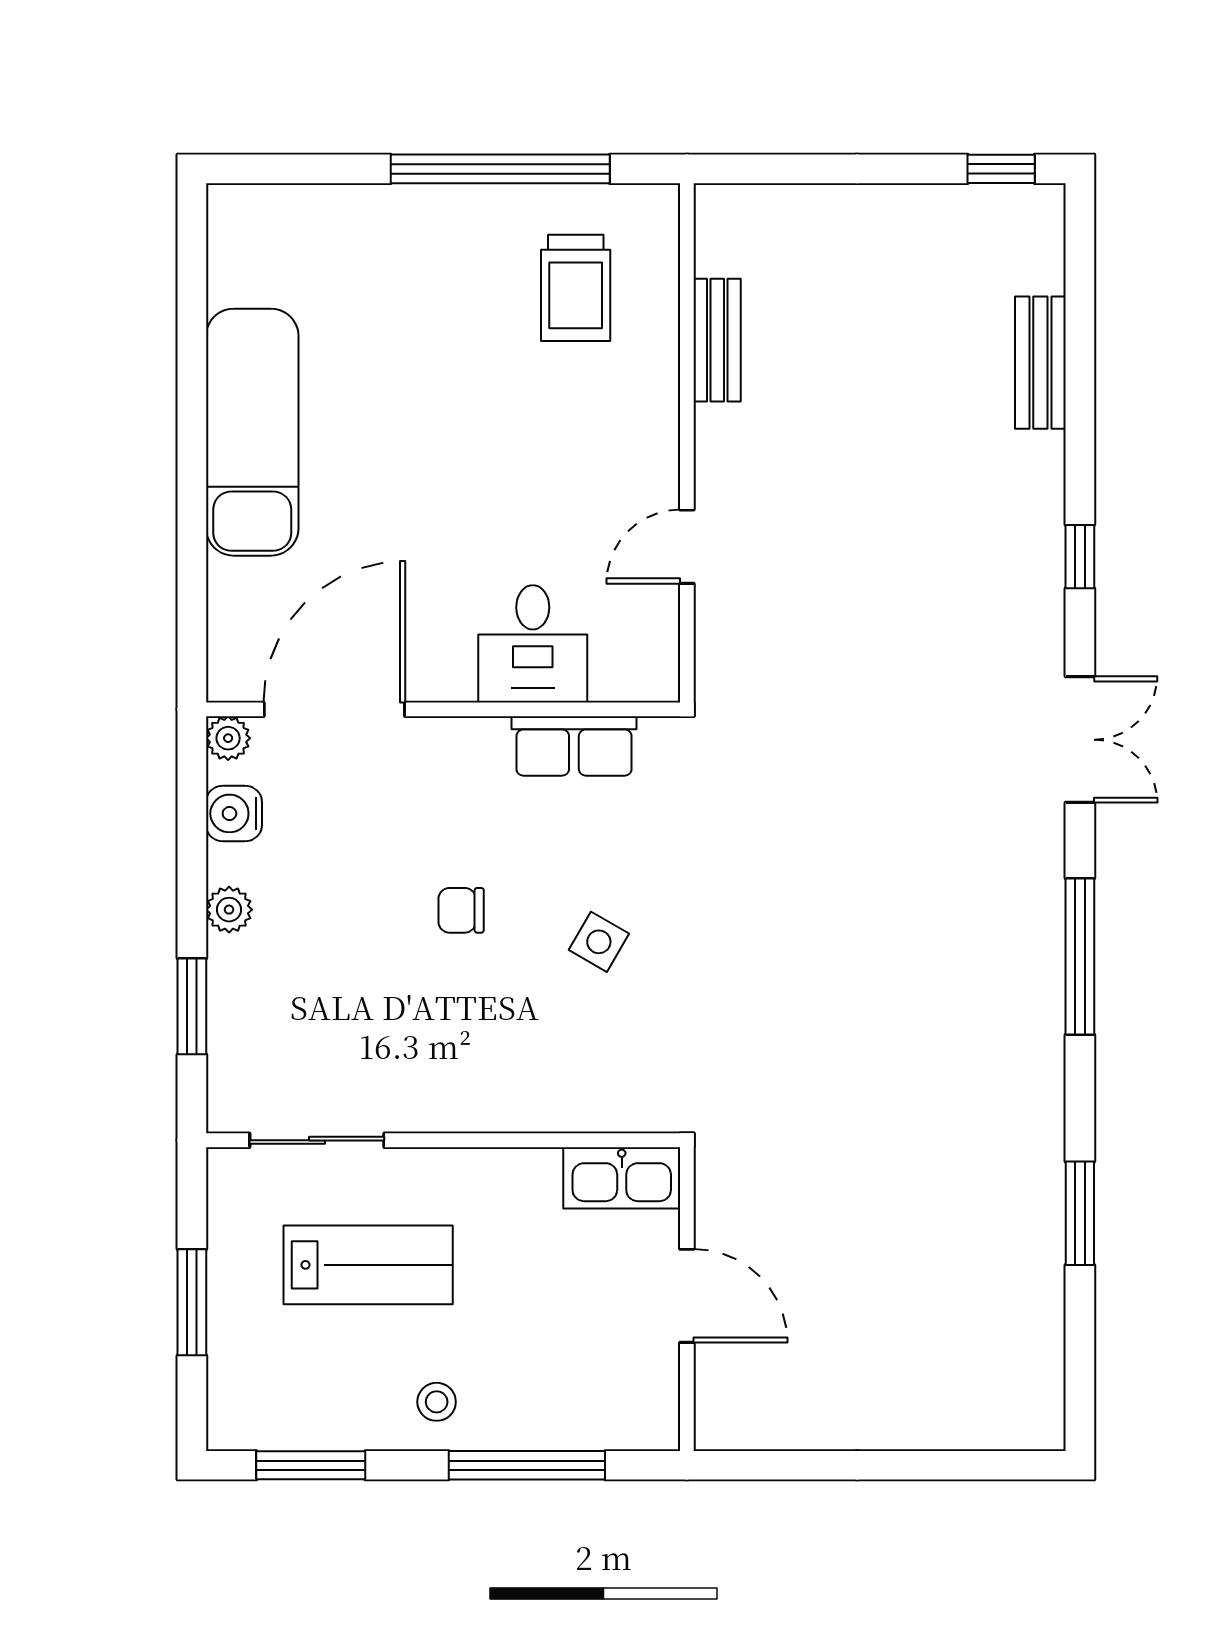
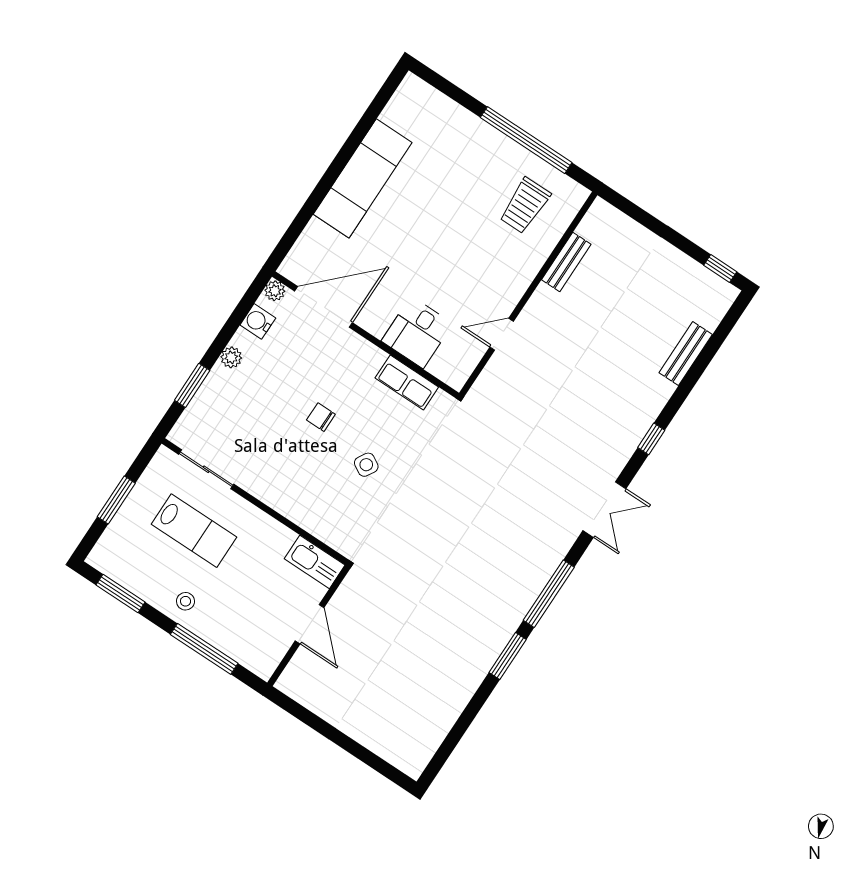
window: (1080, 1213) -> (508, 656), moved

